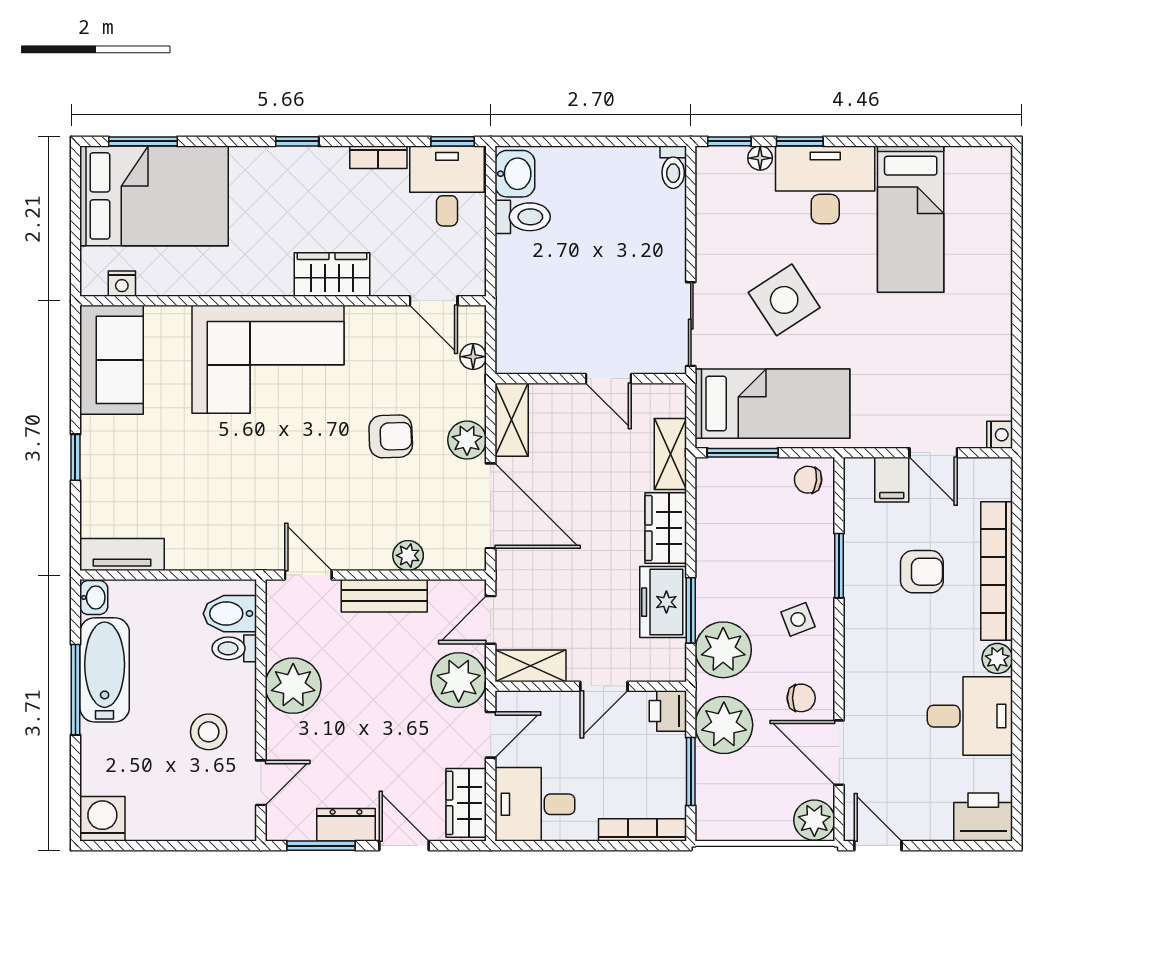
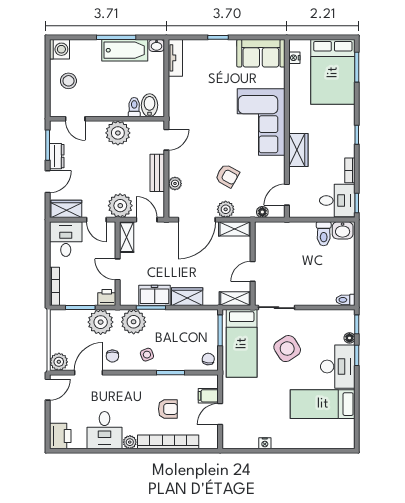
nightstand: (1000, 435) -> (265, 443), moved
armchair: (391, 436) -> (227, 176), turned -59
shelving: (670, 454) -> (235, 299), moved
armchair: (922, 572) -> (168, 409), turned -90
stool: (209, 732) -> (68, 81), moved

